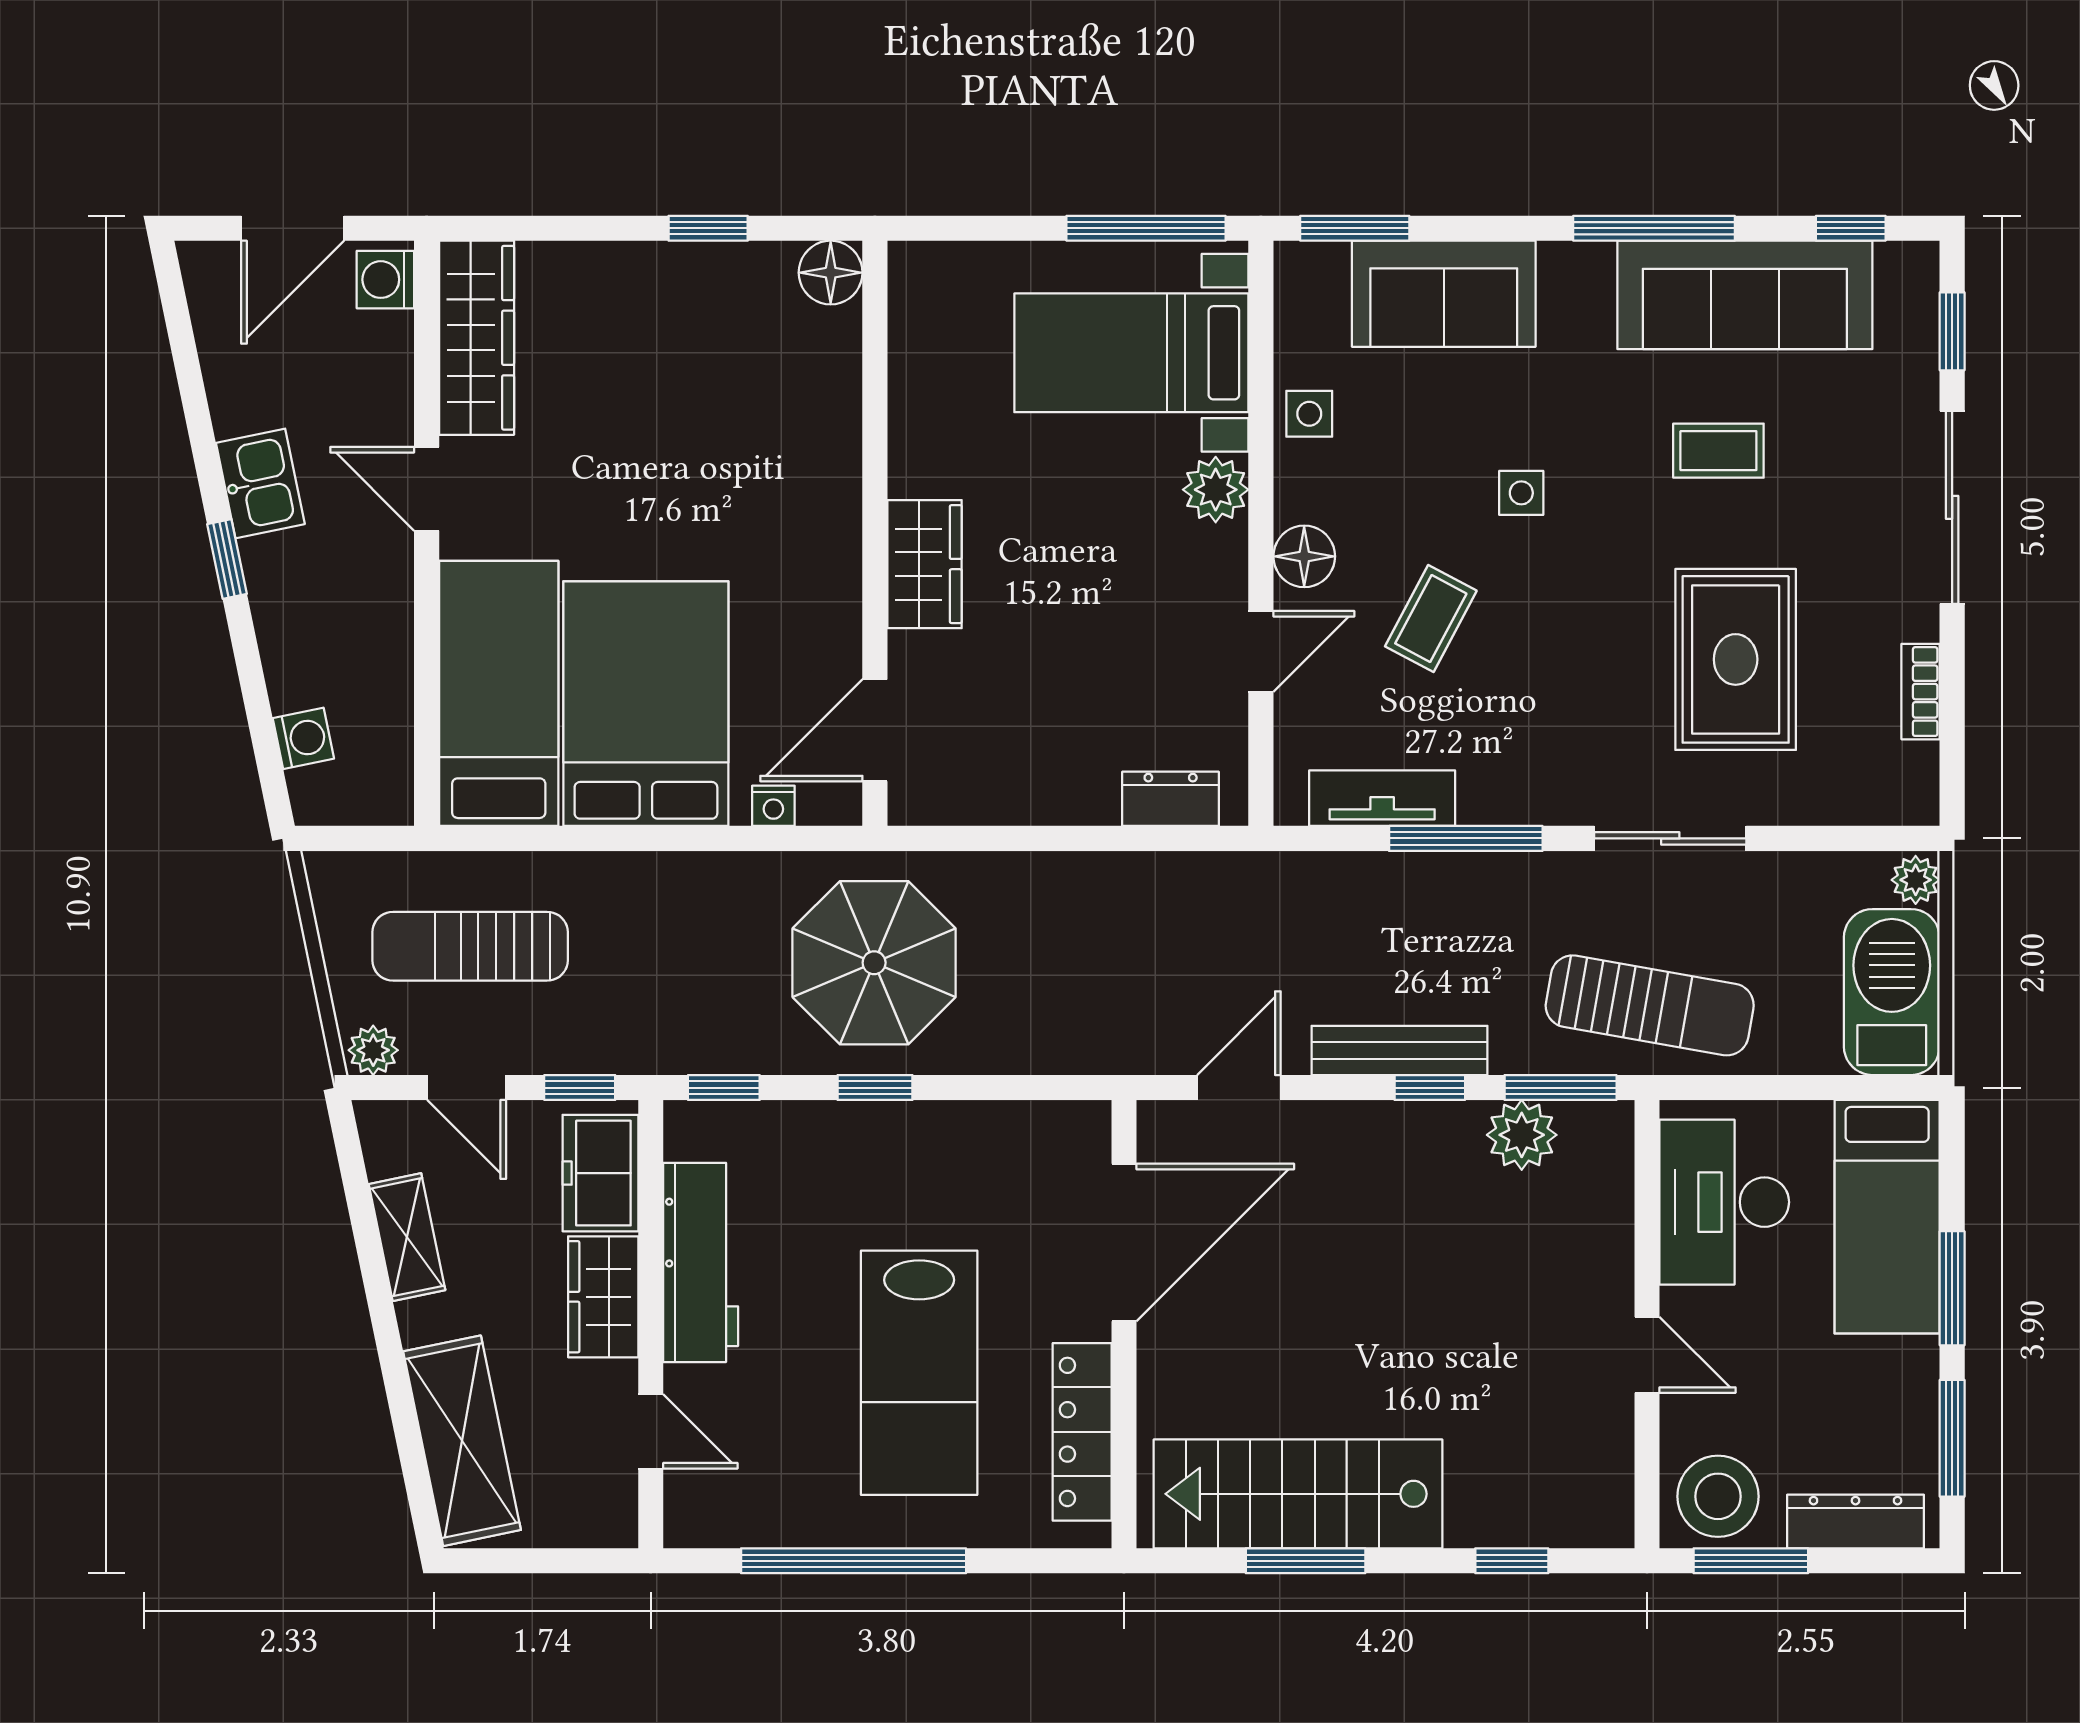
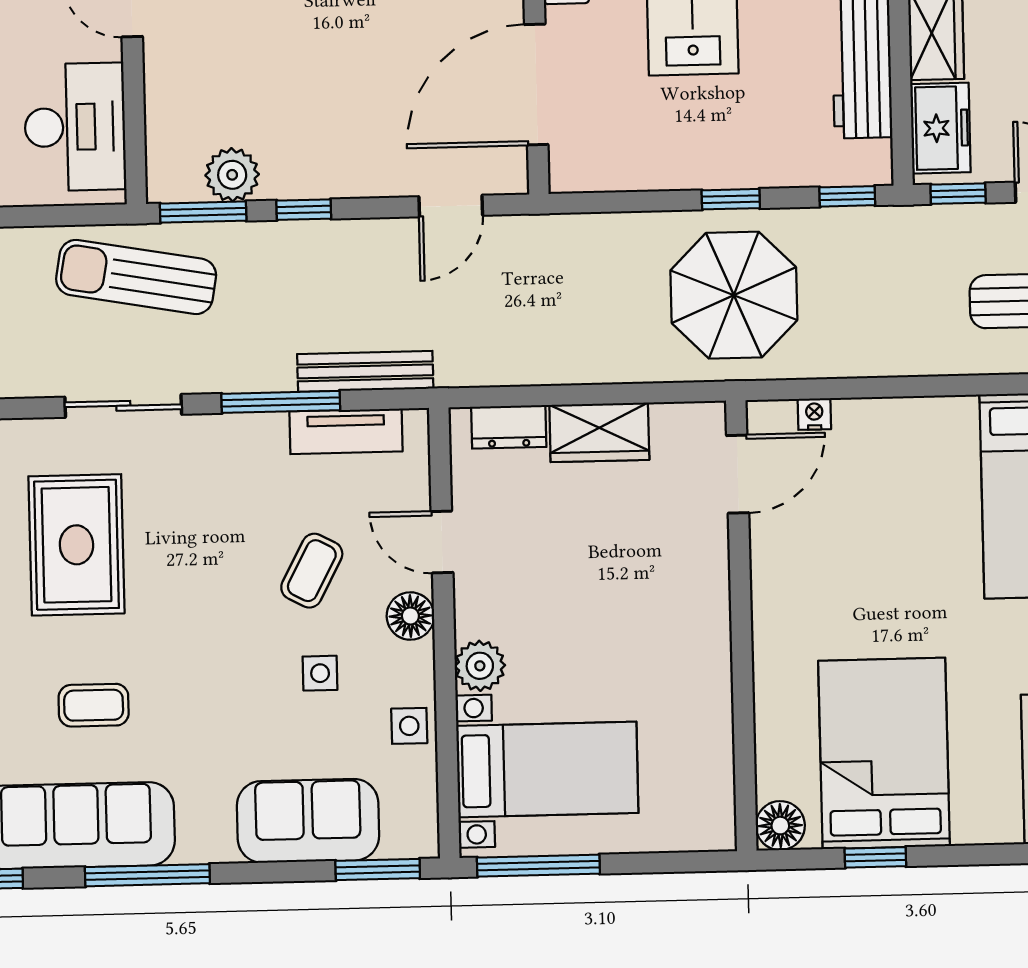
side table: (1521, 493) -> (320, 673), moved
wardrobe: (925, 564) -> (599, 432), moved, turned -90
door: (1261, 651) -> (442, 542), hinge flipped
bed: (646, 704) -> (884, 753), moved, turned 180
bench: (1400, 1050) -> (365, 371), moved

